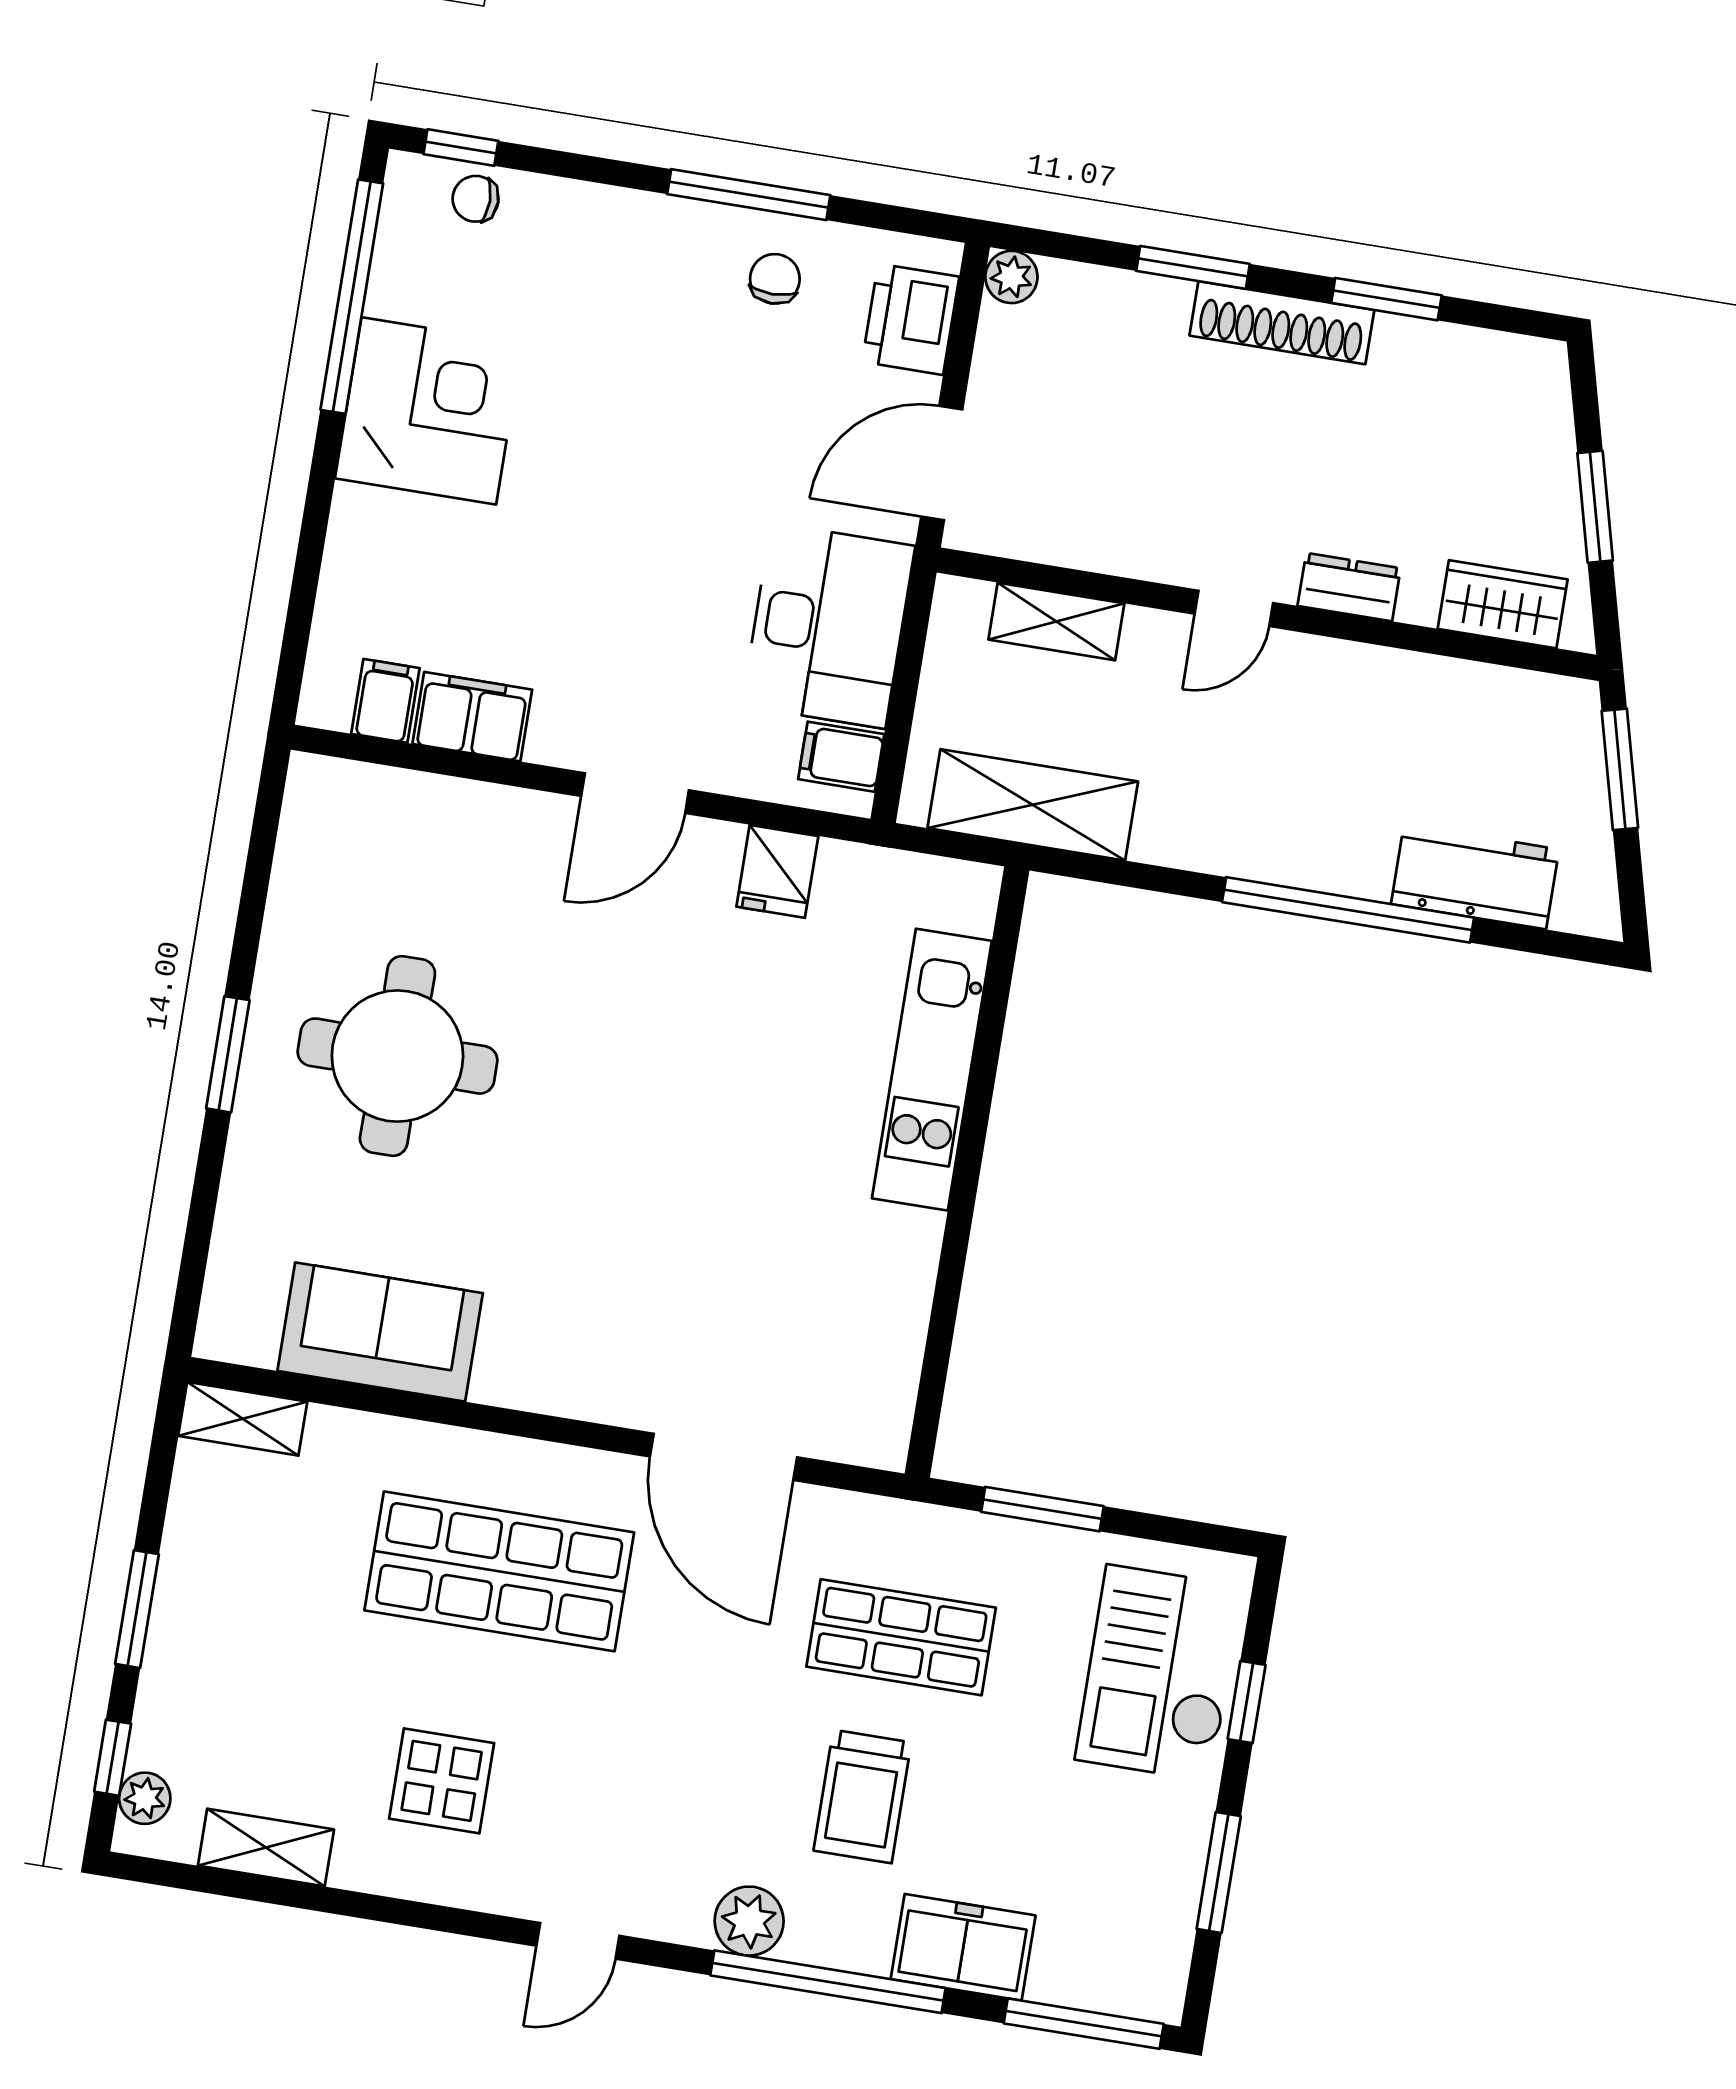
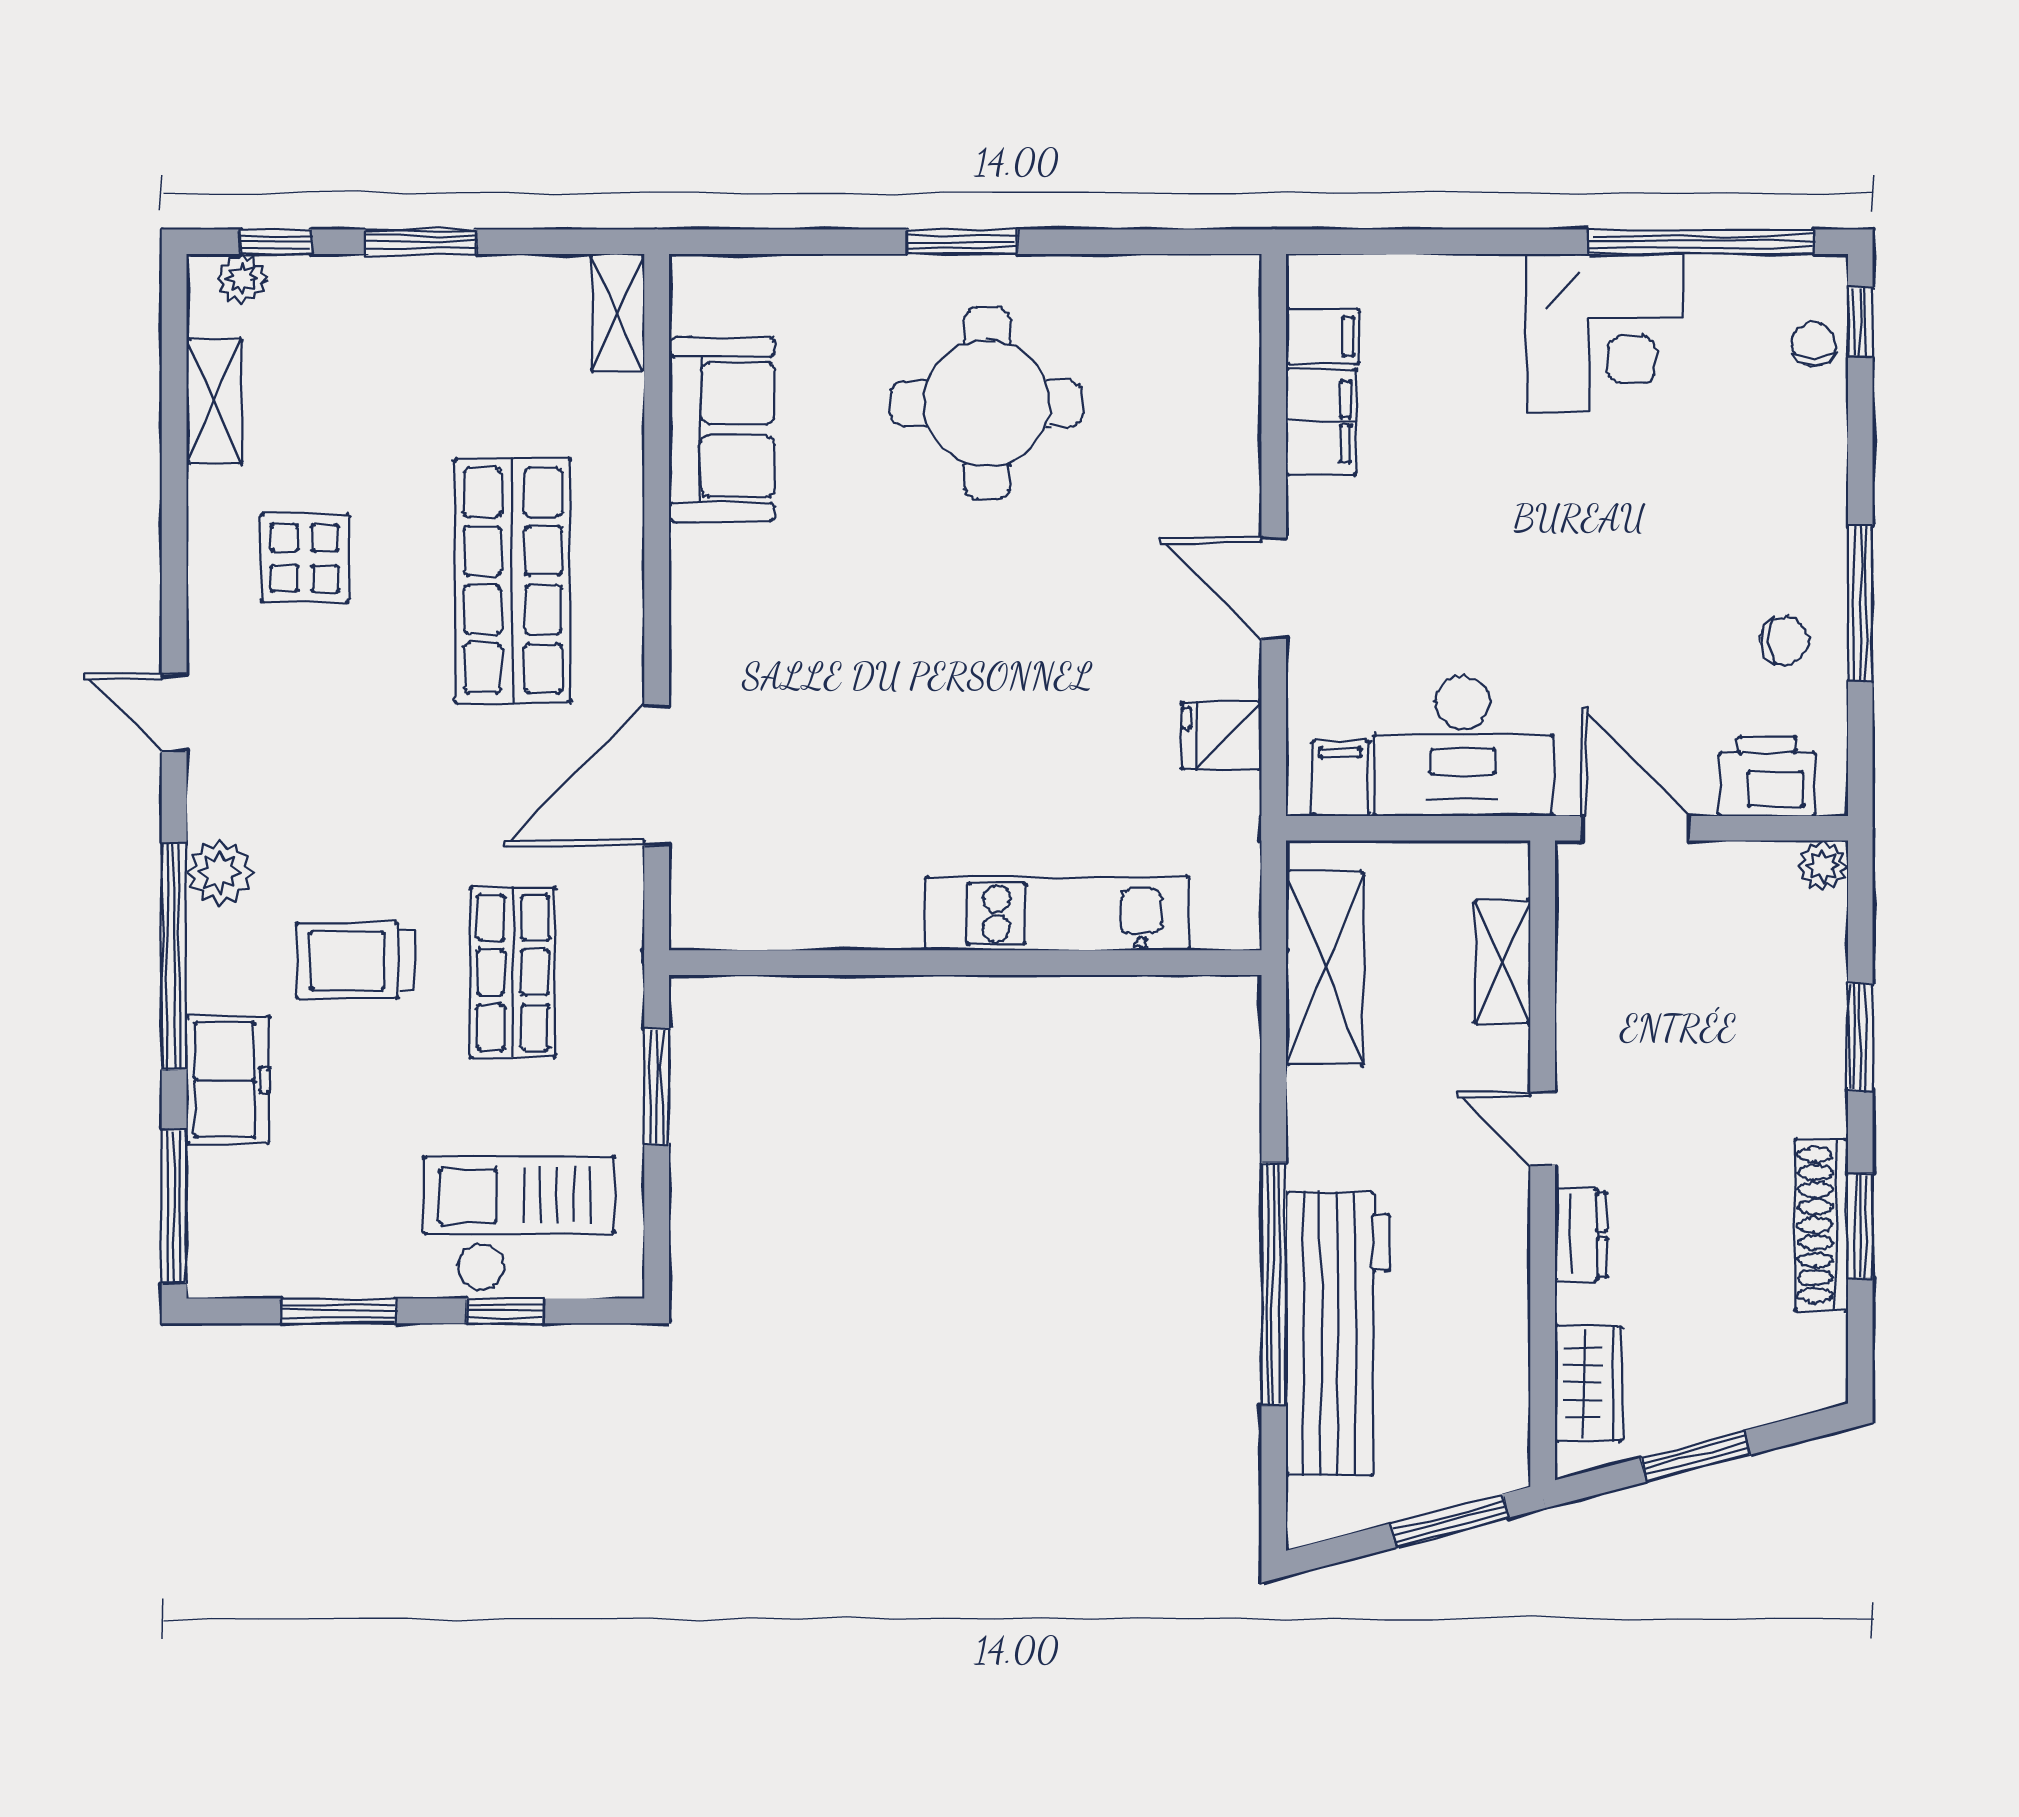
shoe rack: (1282, 323) -> (1822, 1225), moved
workbench: (1475, 877) -> (1338, 1333), width x1.88, depth x1.32

